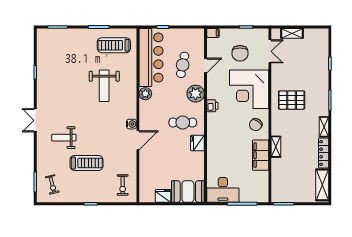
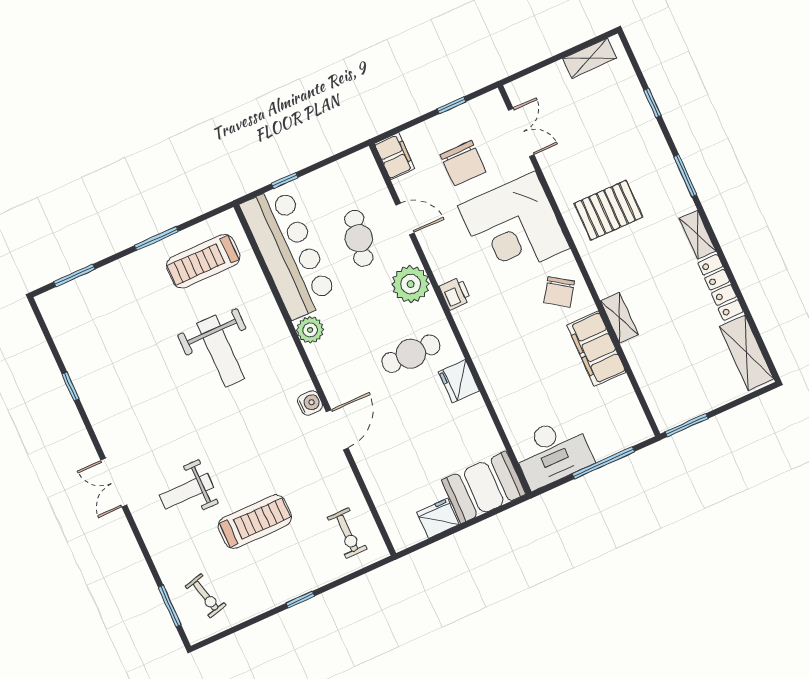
filing cabinet: (213, 33) -> (395, 156), width x2.00
shelving: (292, 33) -> (590, 58), moved
door: (206, 65) -> (405, 219), hinge flipped

